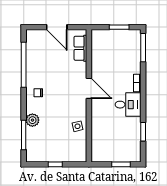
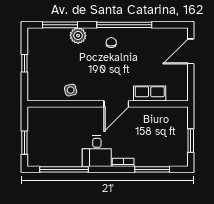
door: (57, 27) -> (191, 51), moved
row of seats: (80, 48) -> (150, 94), moved
window: (143, 48) -> (152, 169), moved
window: (24, 65) -> (124, 25), moved
window: (143, 132) -> (64, 169), width x2.11

